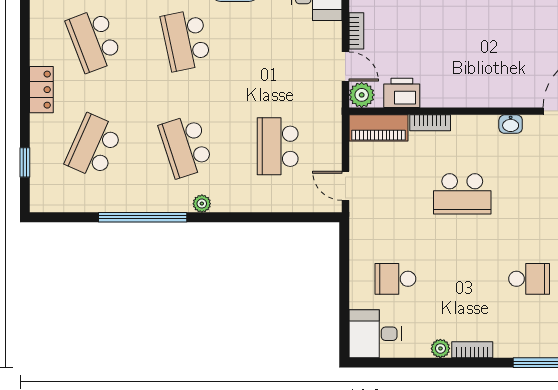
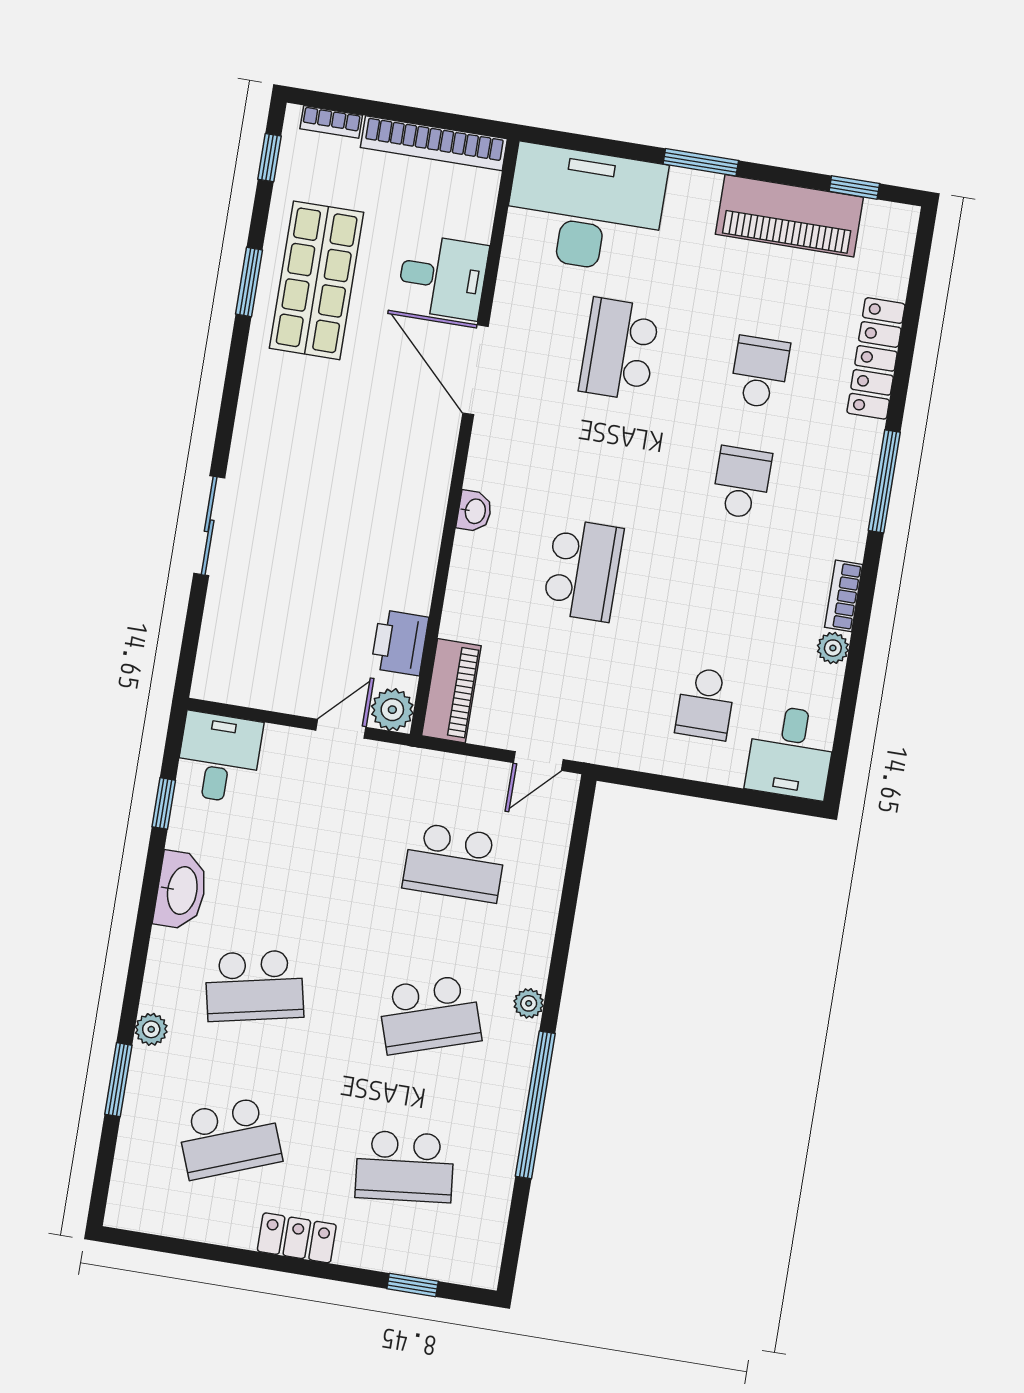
bookcase: (356, 31) -> (285, 701), removed
bookcase: (430, 123) -> (457, 604), removed
washbasin: (511, 124) -> (474, 511), moved
school desk: (94, 146) -> (405, 1167), turned -30

